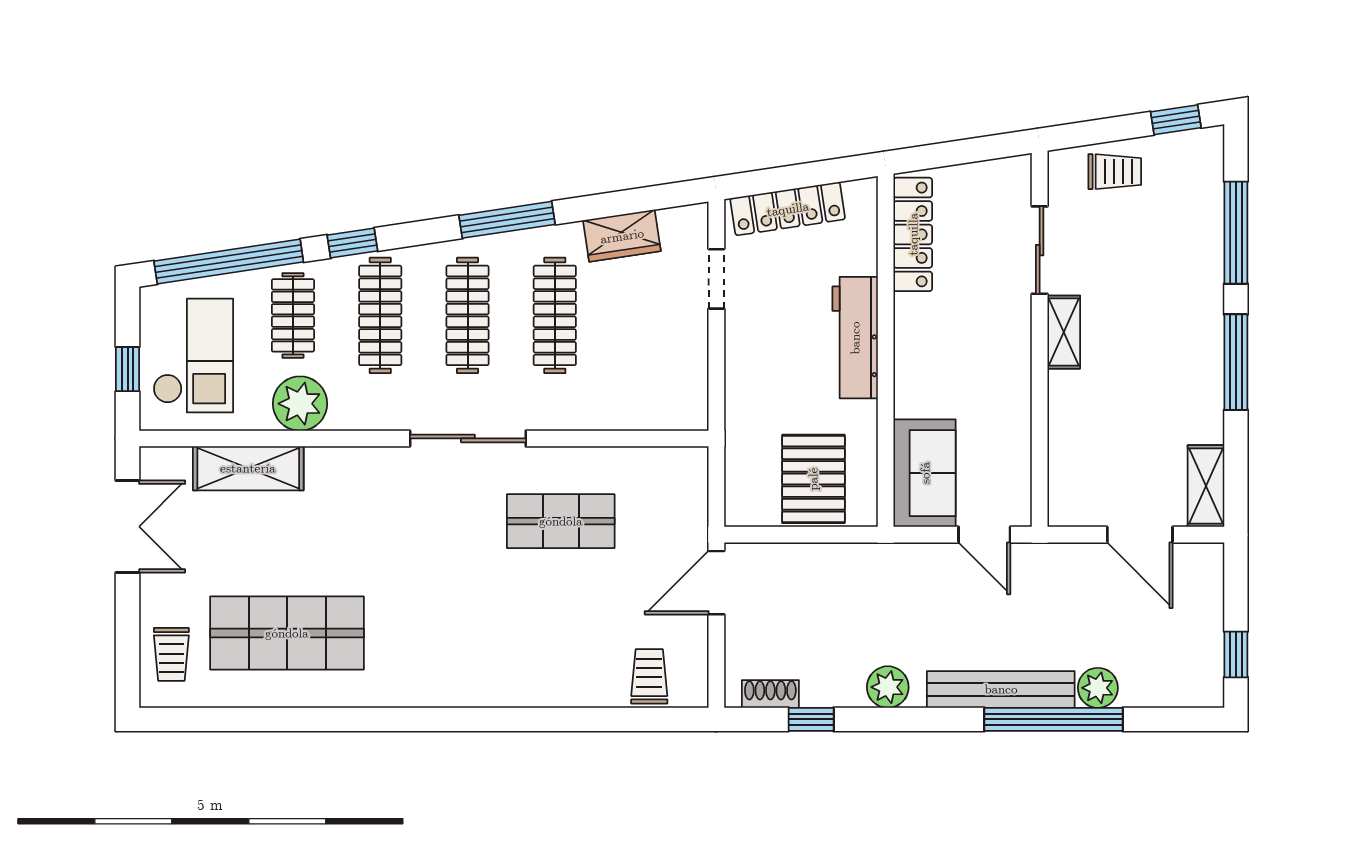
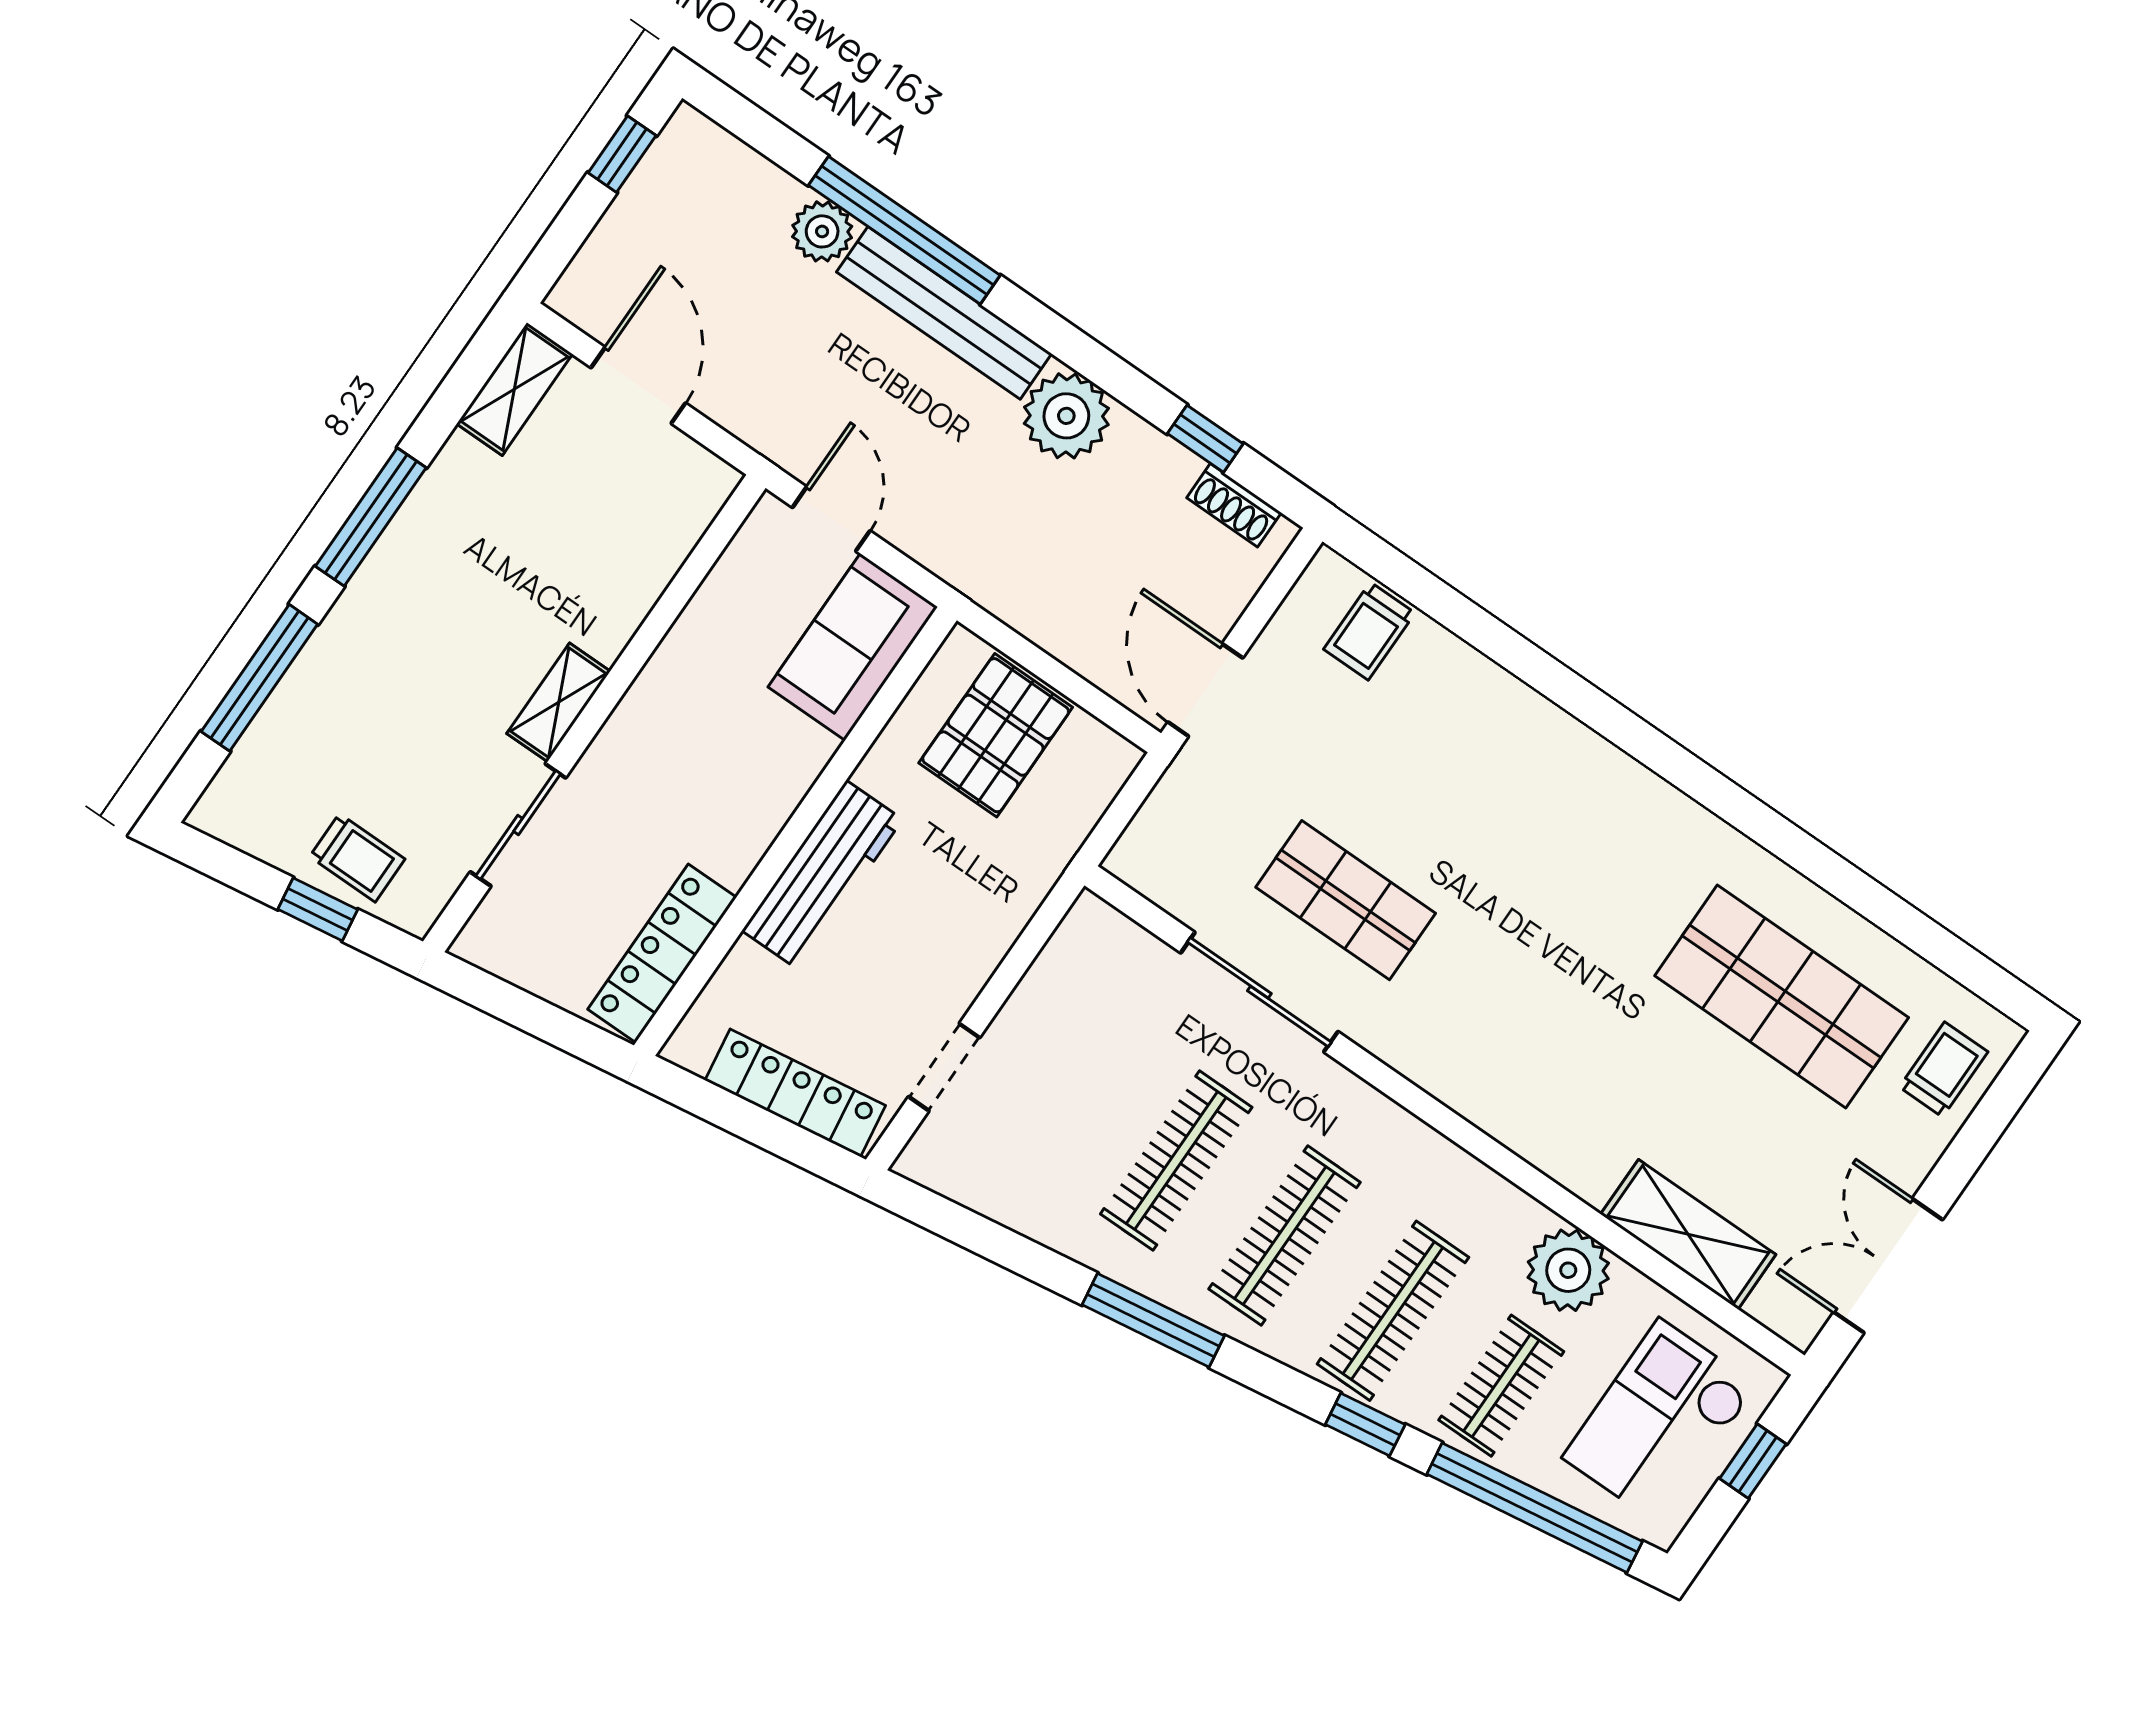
window: (1176, 120) -> (318, 909), moved
trolley: (1115, 172) -> (357, 858), turned 180
wardrobe: (622, 236) -> (1024, 1202), removed
sliding door: (468, 438) -> (1259, 992), moved
door: (716, 583) -> (1205, 690), swing flipped
plant: (888, 687) -> (1066, 416), width x1.36, depth x1.36

